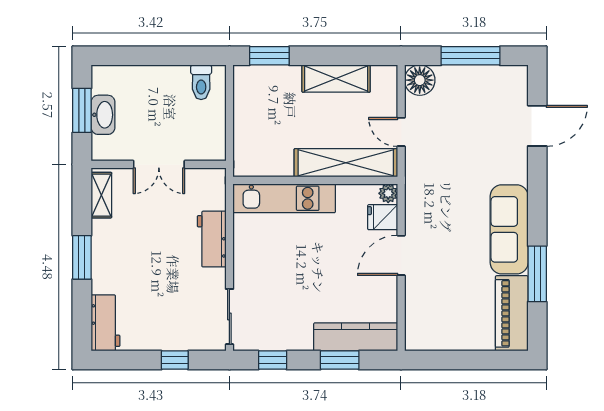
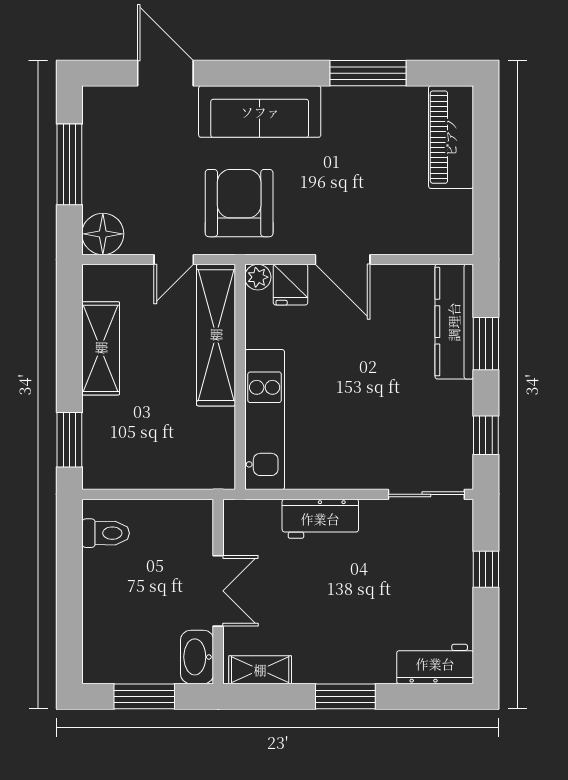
washbasin: (103, 115) -> (197, 657), moved, turned -90
armchair: (442, 180) -> (239, 203), added
sofa: (509, 229) -> (260, 112), moved
piano: (512, 313) -> (451, 137), moved, turned 90

